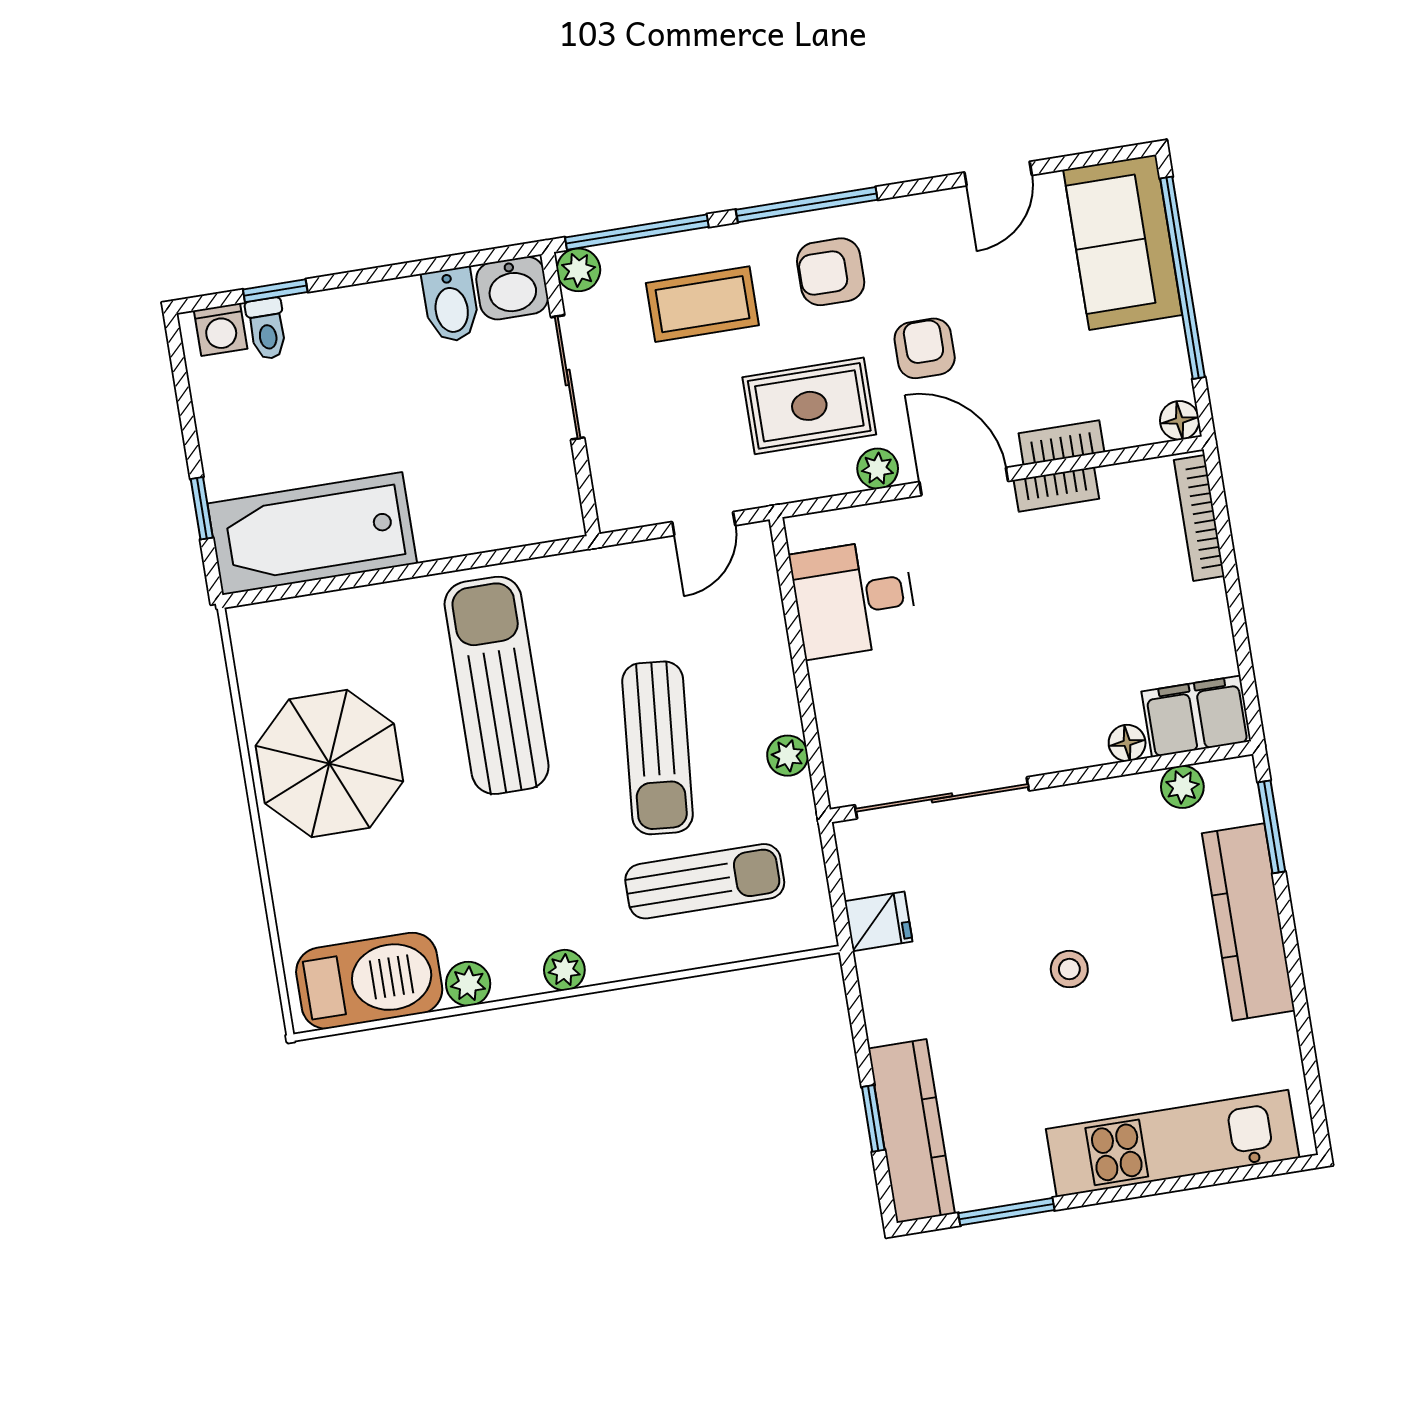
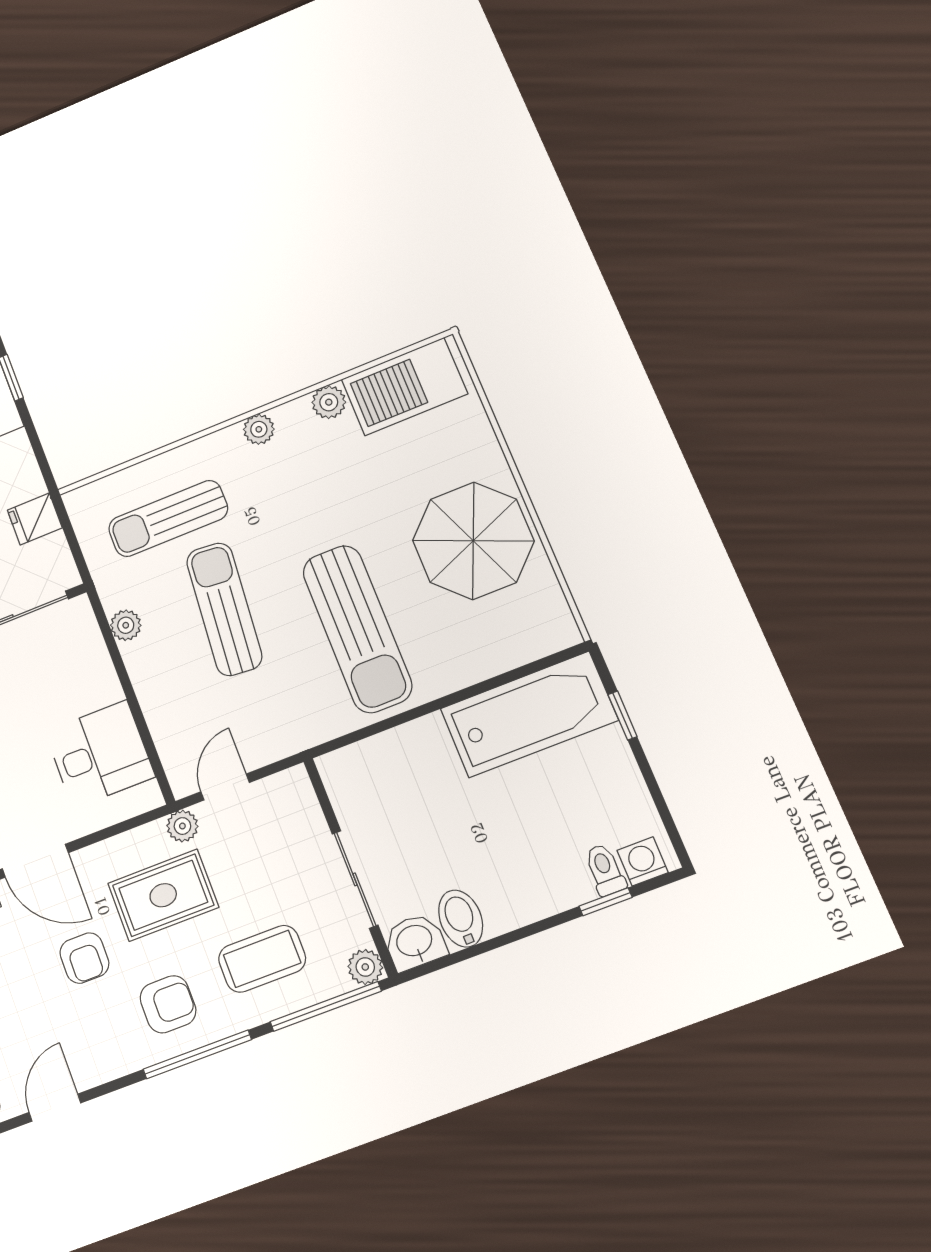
plant: (878, 469) -> (182, 826), moved

